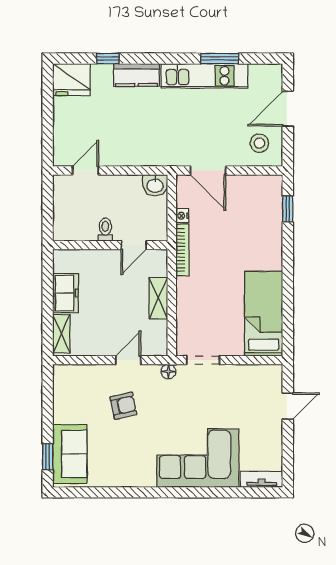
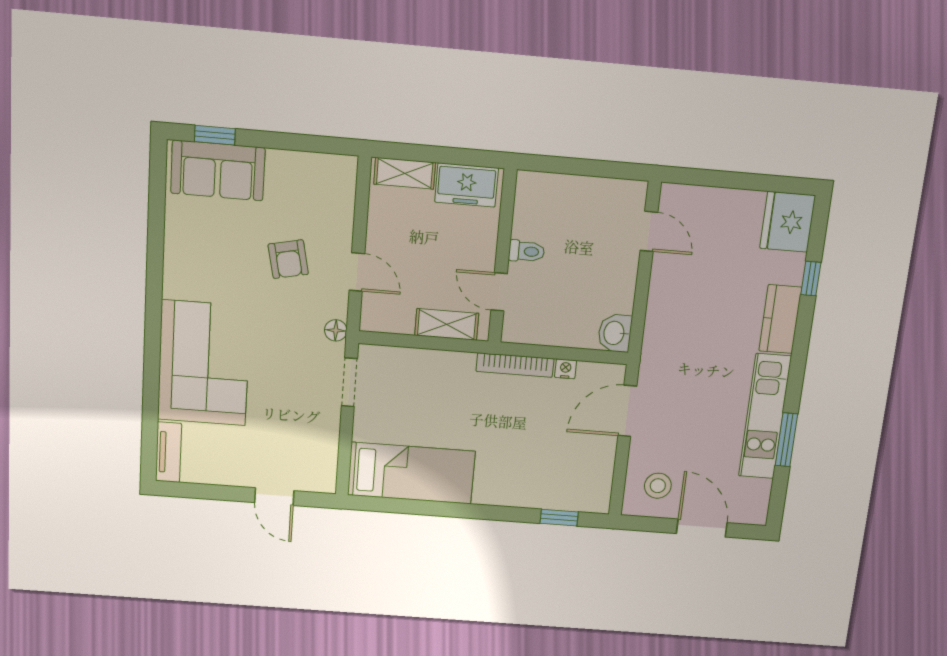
toilet: (105, 230) -> (527, 251), moved
wall: (110, 245) -> (502, 257), moved
door: (134, 245) -> (499, 292), moved

